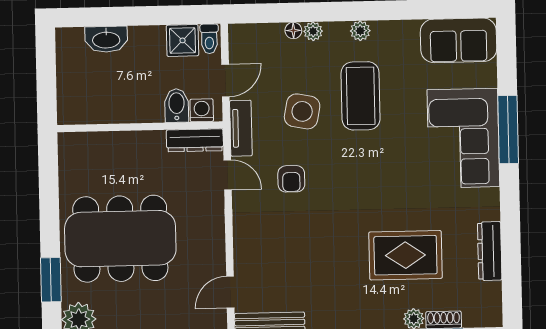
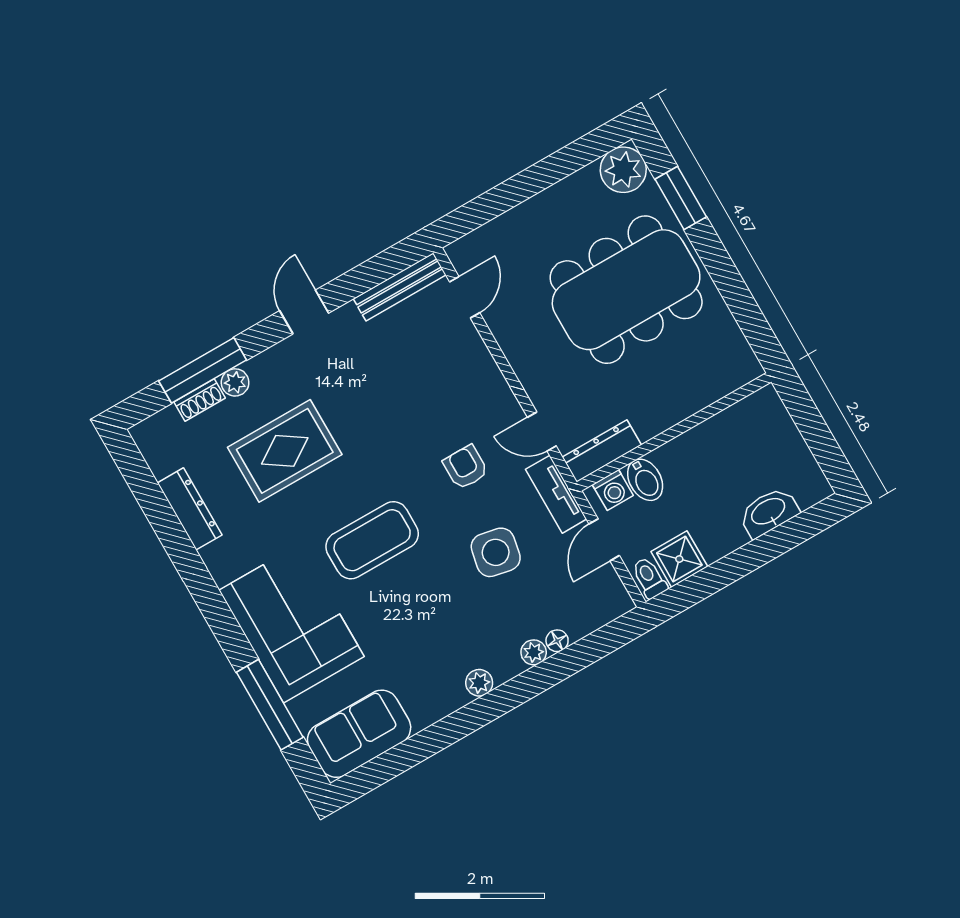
coffee table: (361, 96) -> (372, 540), moved, turned 90
window: (508, 129) -> (270, 705), moved

